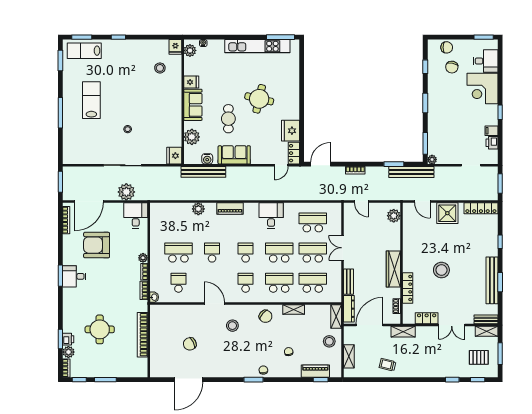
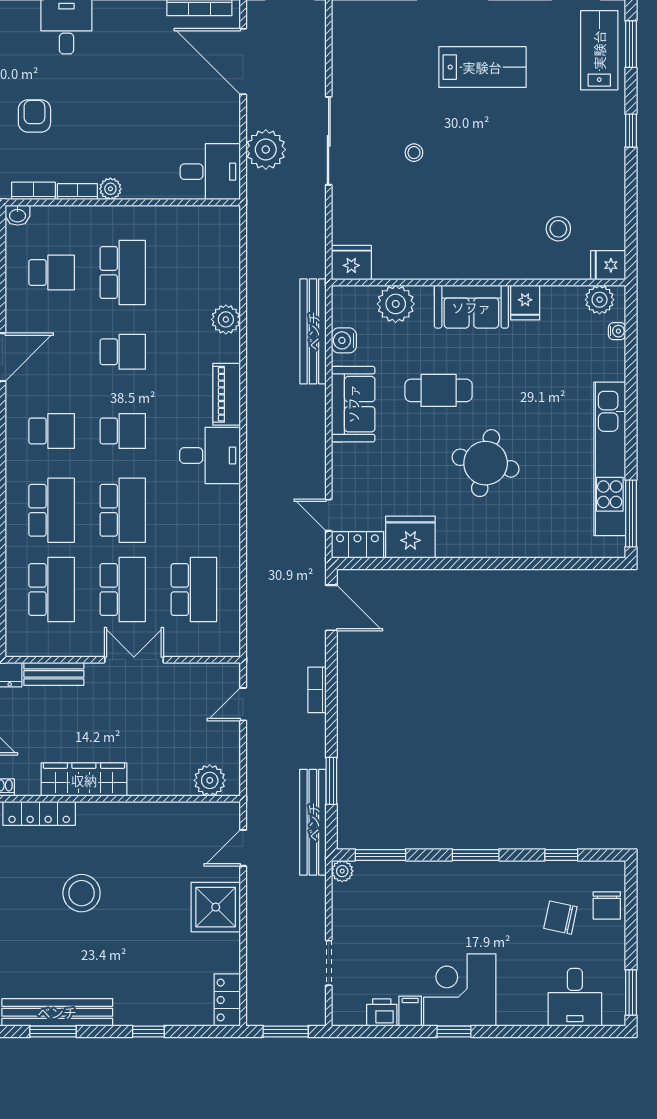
corner desk: (482, 89) -> (460, 990), moved
locker: (481, 208) -> (227, 1000), width x0.66
desk: (271, 216) -> (210, 455), moved
armchair: (97, 245) -> (34, 116), moved, width x0.53, depth x0.53

